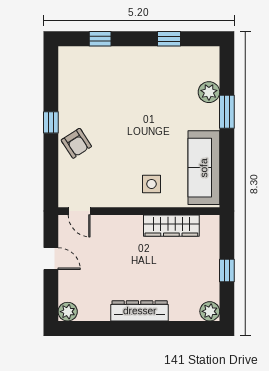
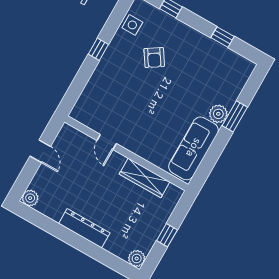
plant: (209, 92) -> (218, 114), moved
armchair: (76, 143) -> (154, 58), moved
side table: (151, 184) -> (132, 25), moved
door: (79, 211) -> (107, 142), moved

